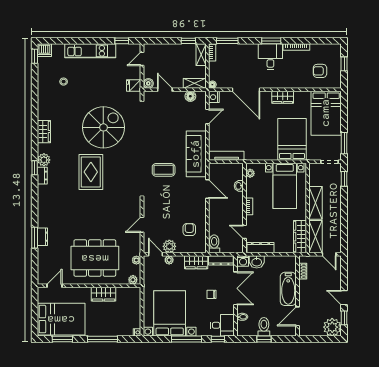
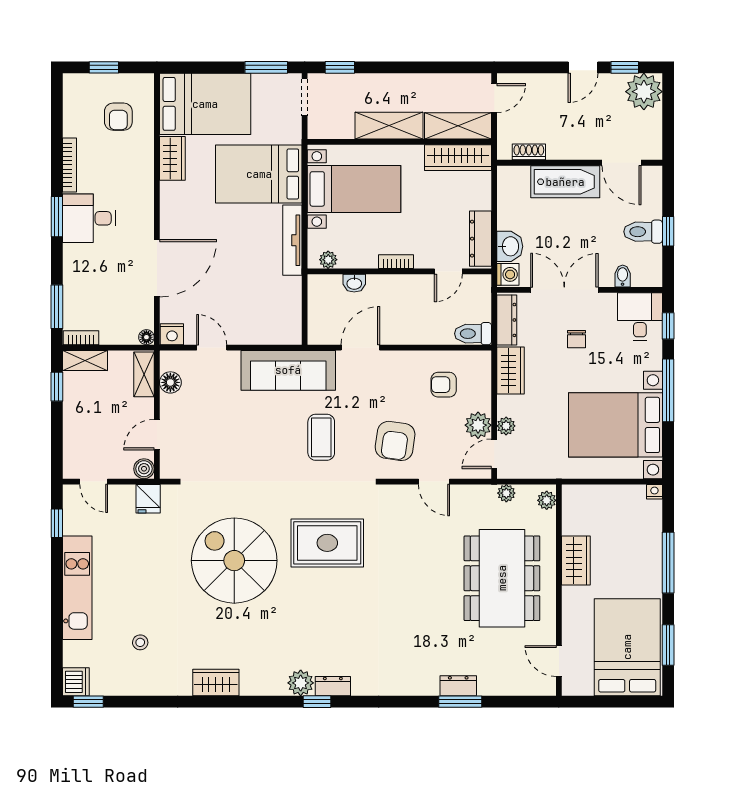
wardrobe: (283, 97) -> (172, 158), moved
wardrobe: (44, 132) -> (216, 683), moved
tv unit: (227, 156) -> (292, 240), moved
rug: (91, 172) -> (327, 543), moved
armchair: (162, 206) -> (395, 441), added

